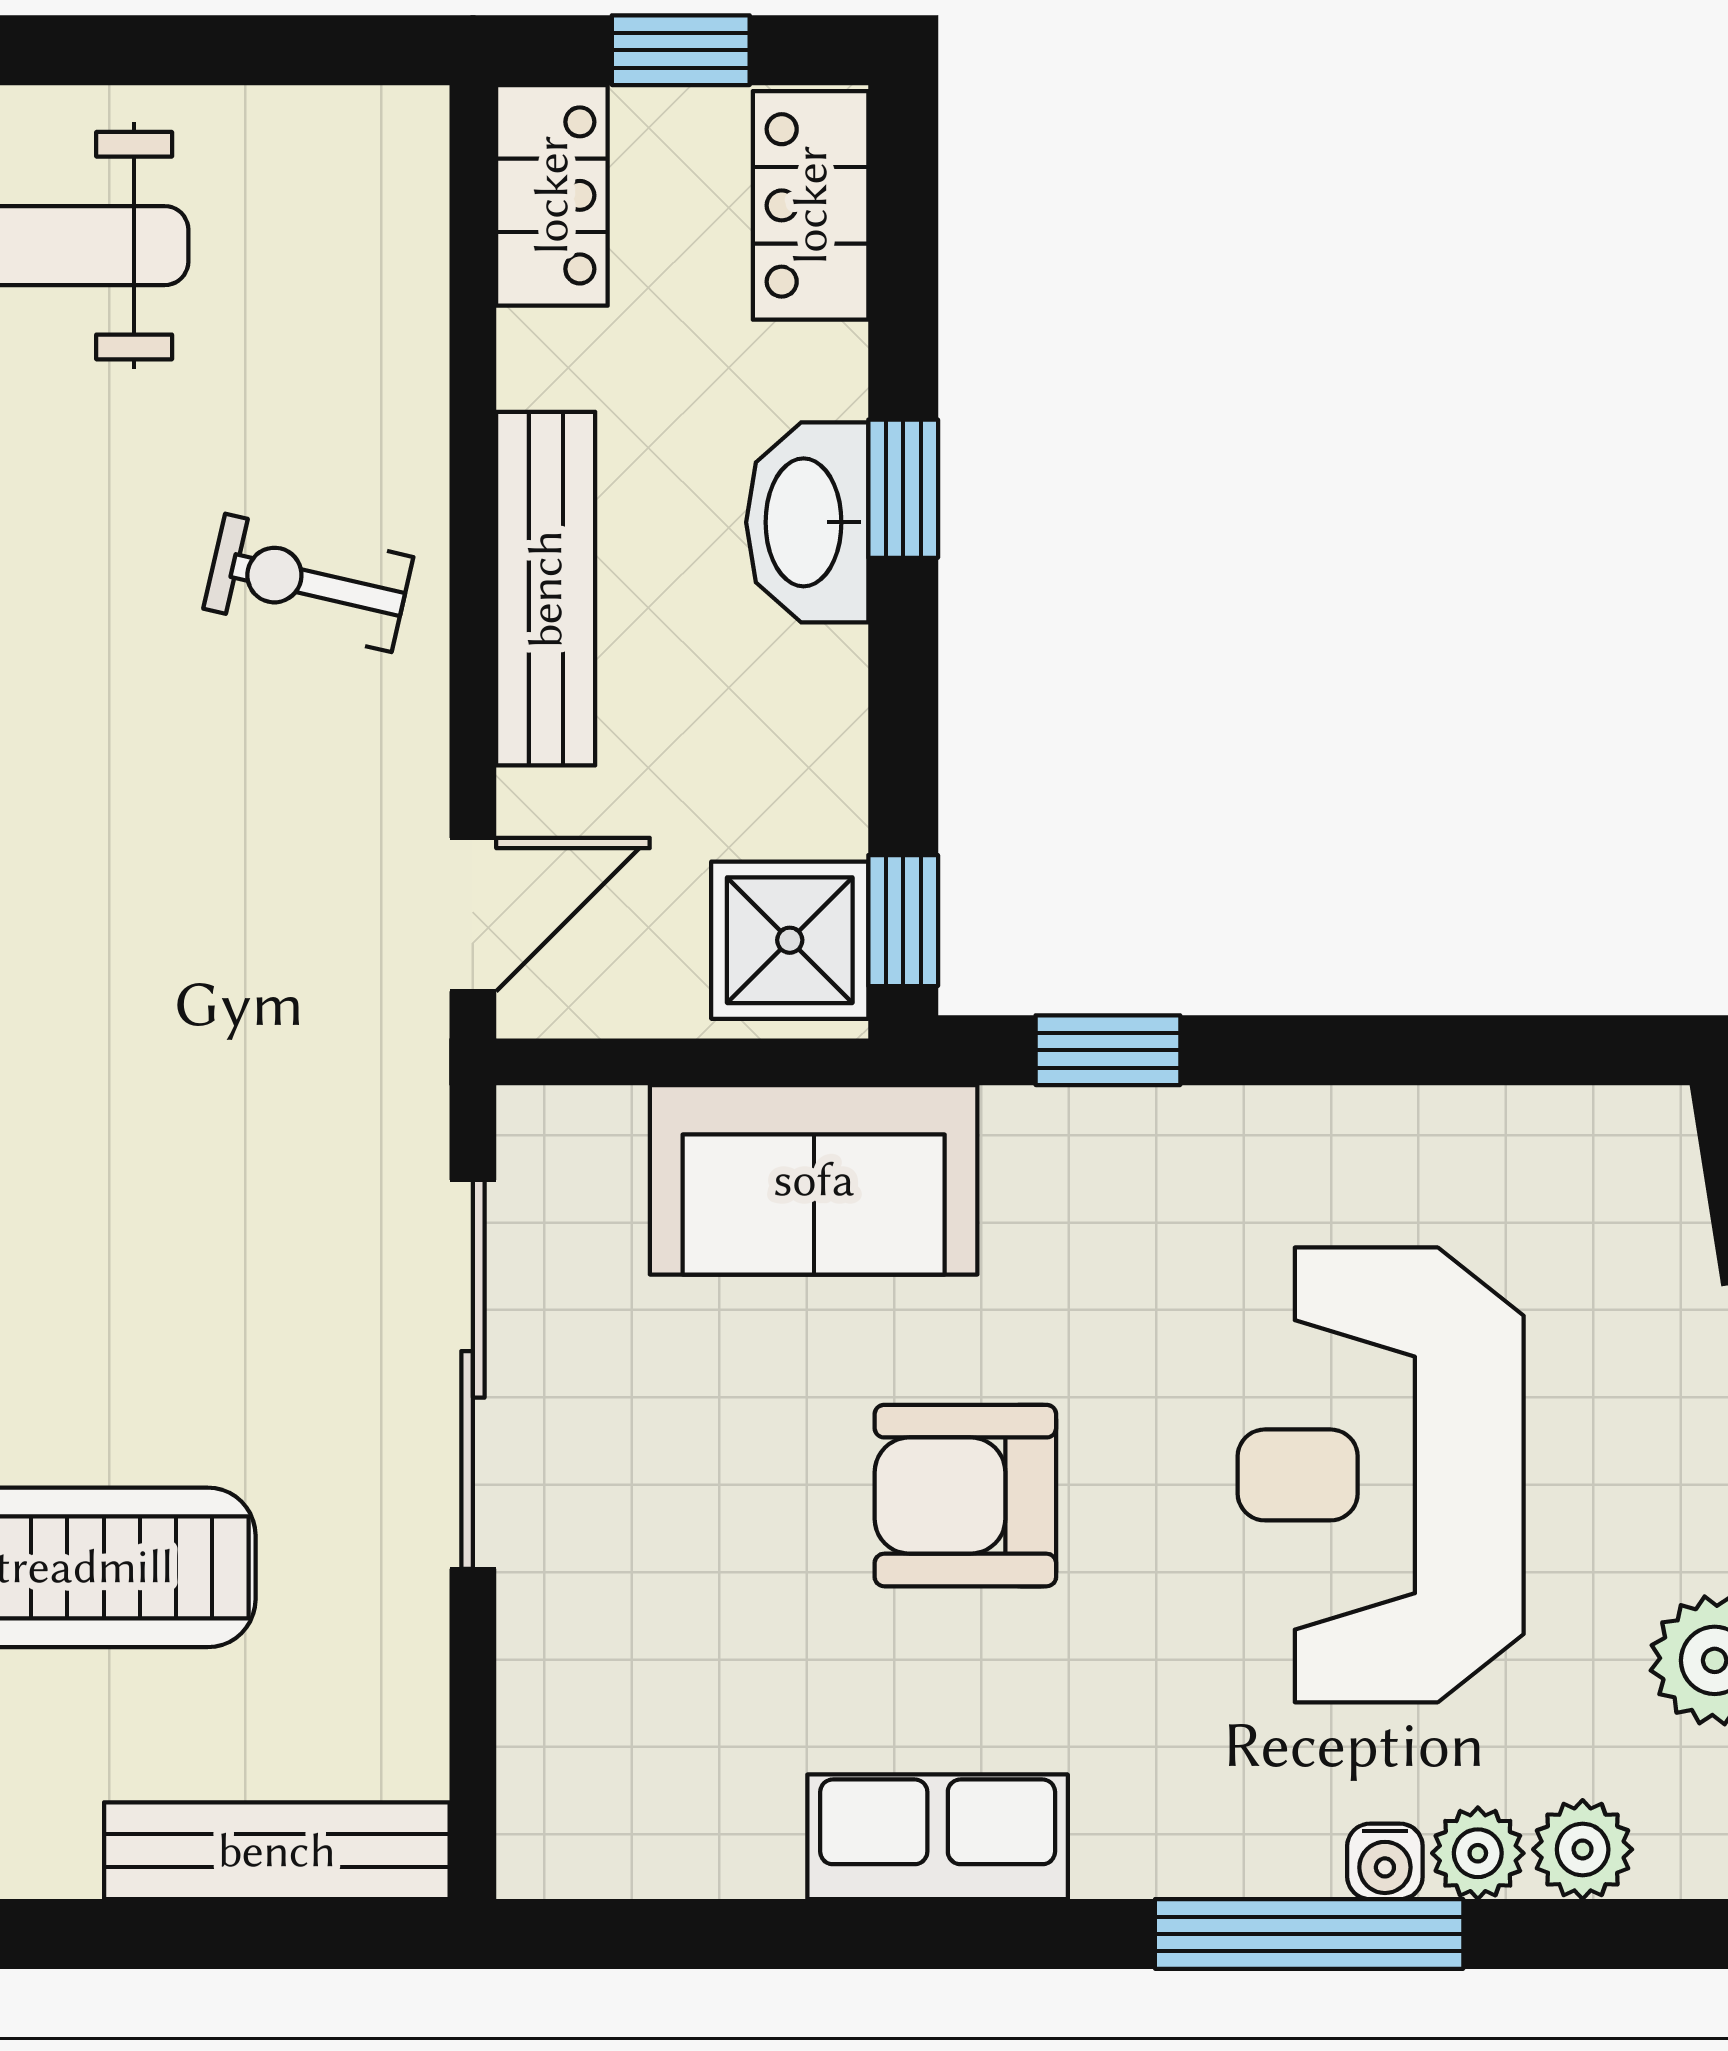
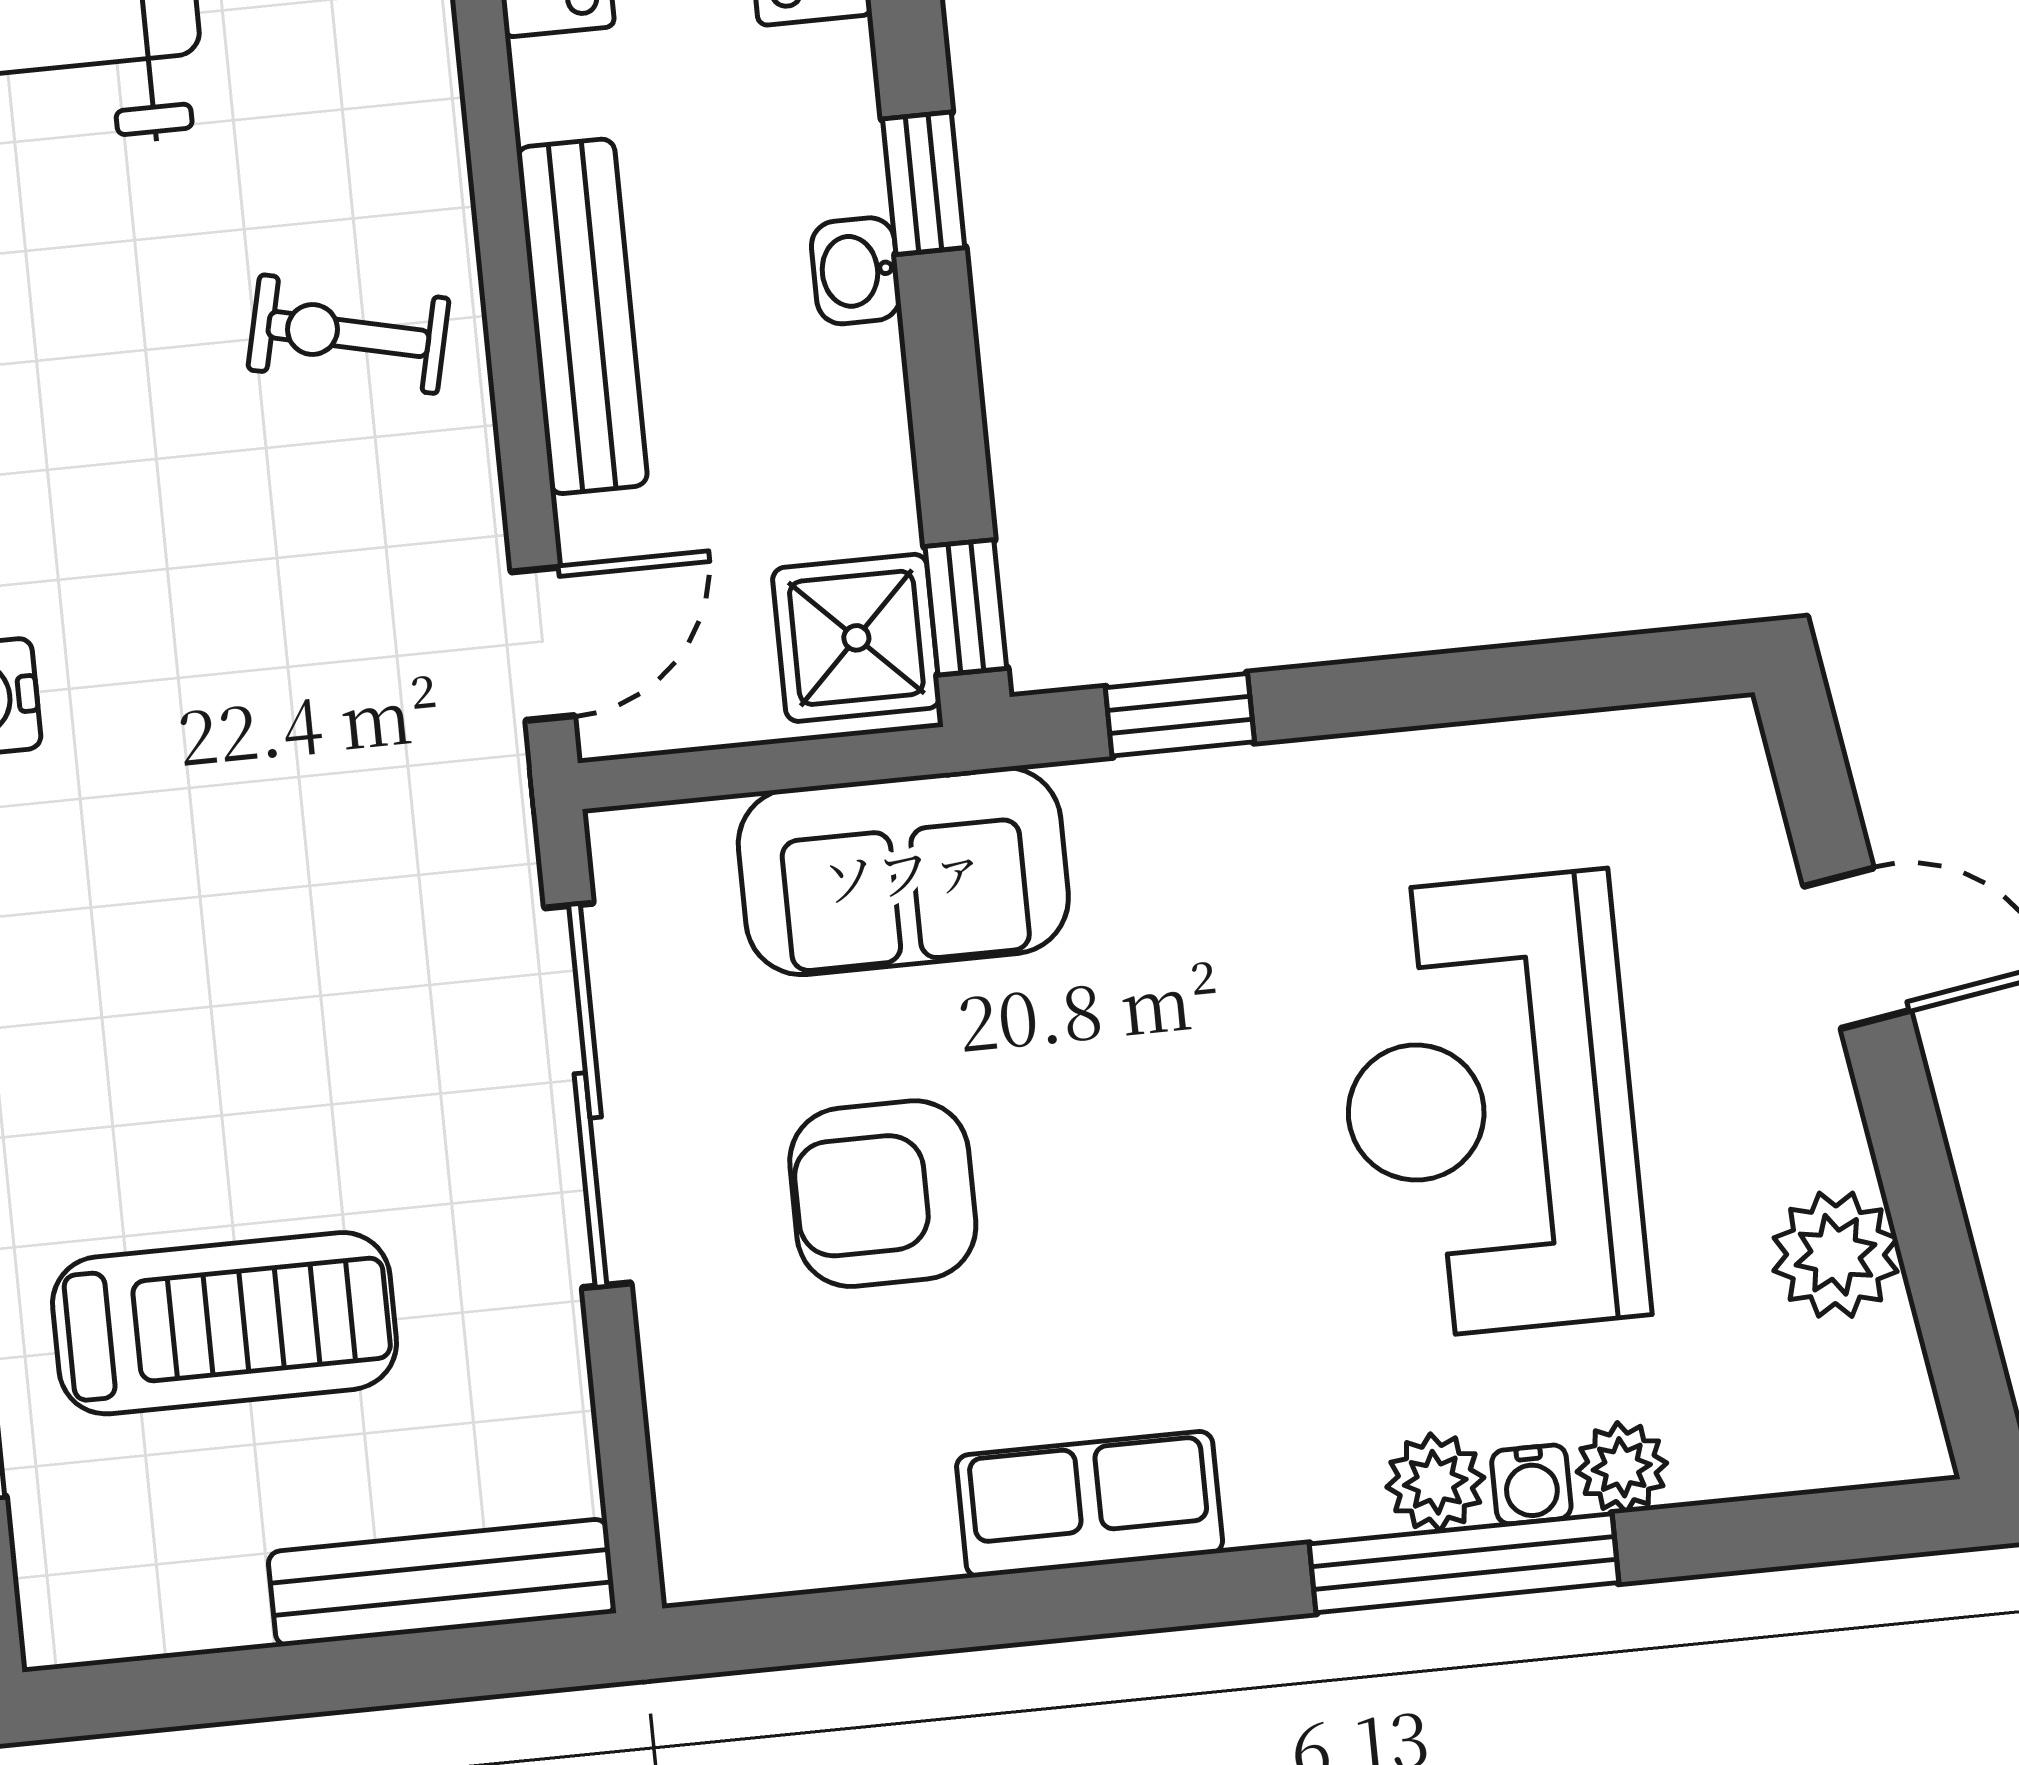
washbasin: (807, 522) -> (856, 271), width x0.52, depth x0.69
armchair: (965, 1496) -> (883, 1194), moved
plant: (1583, 1849) -> (1435, 1482), moved

